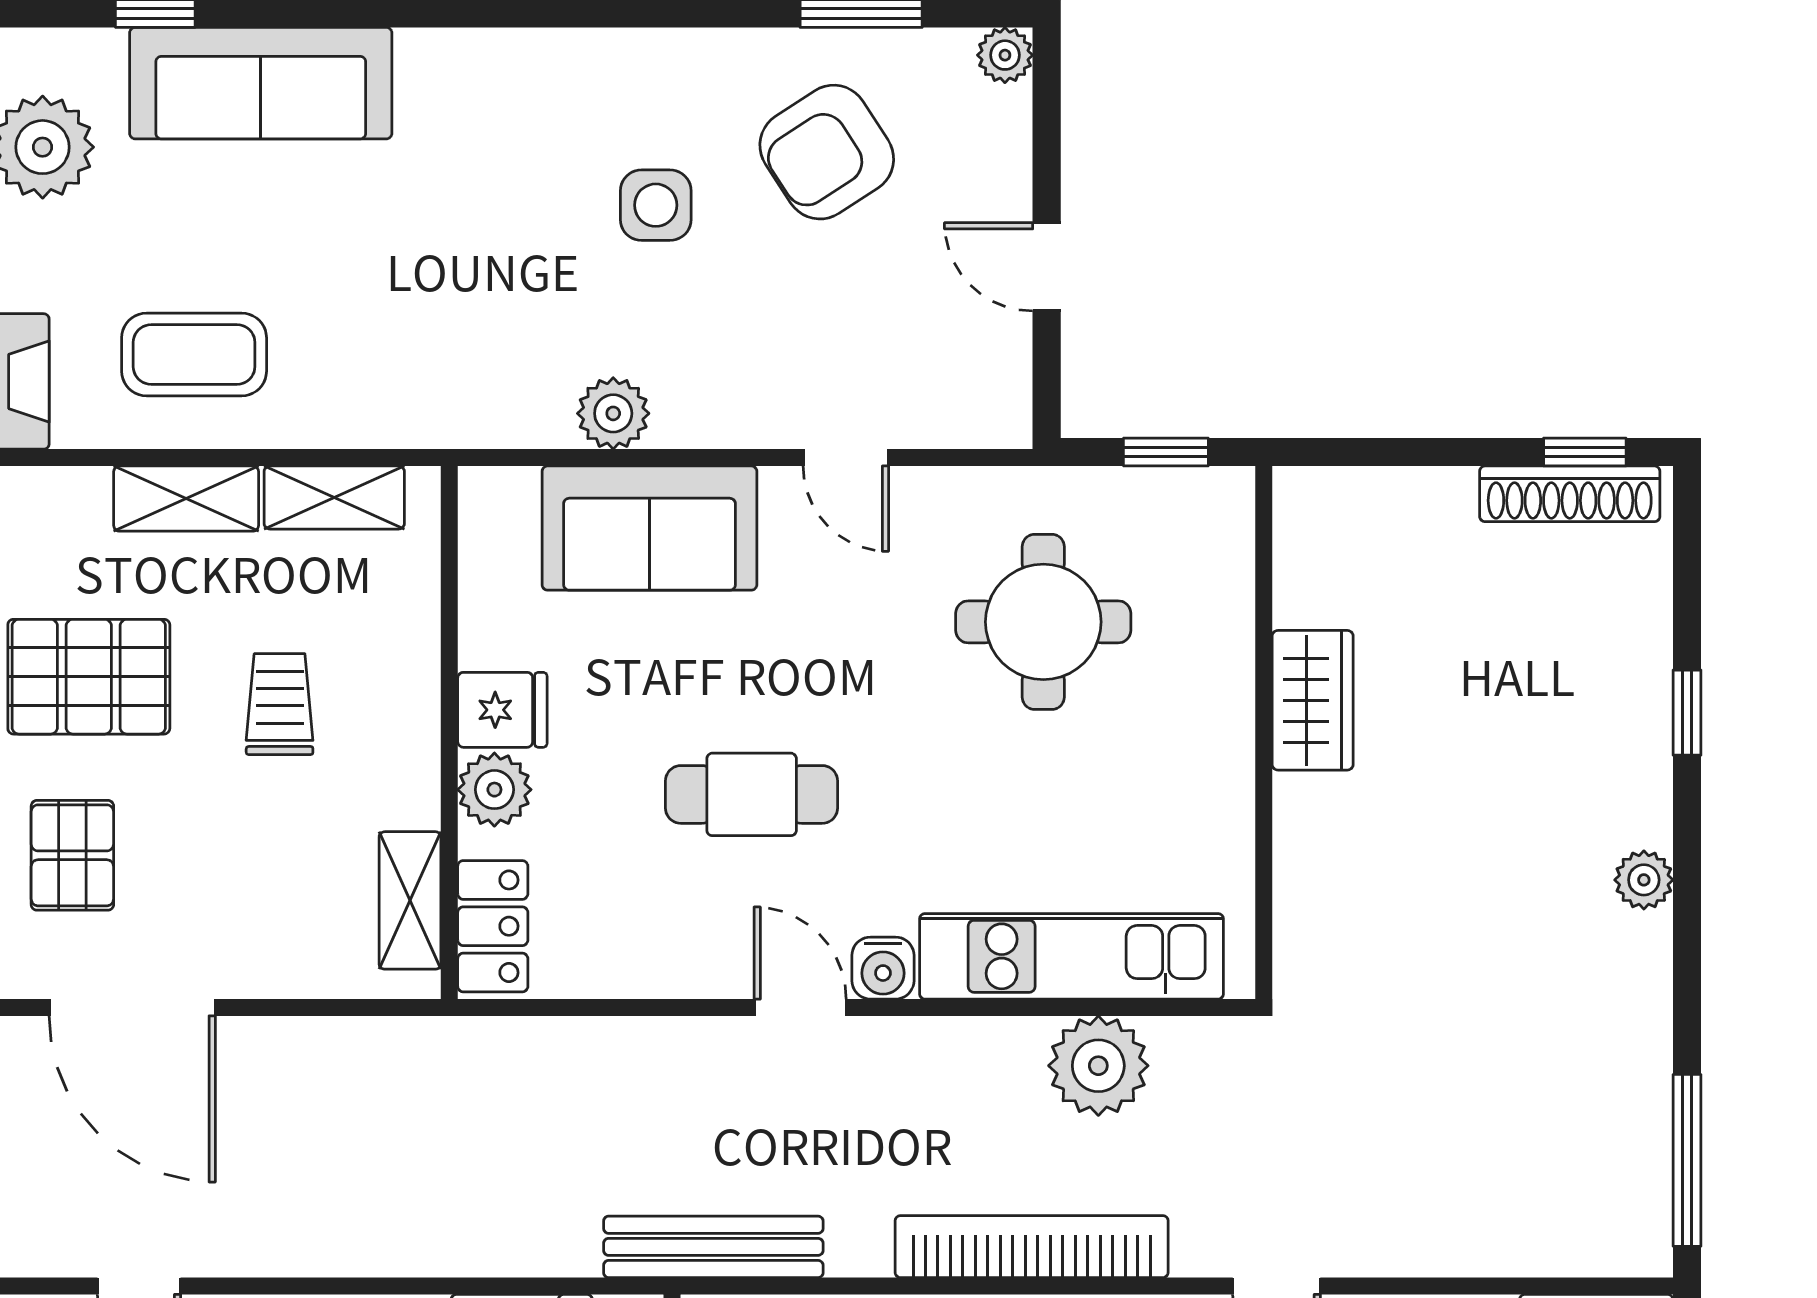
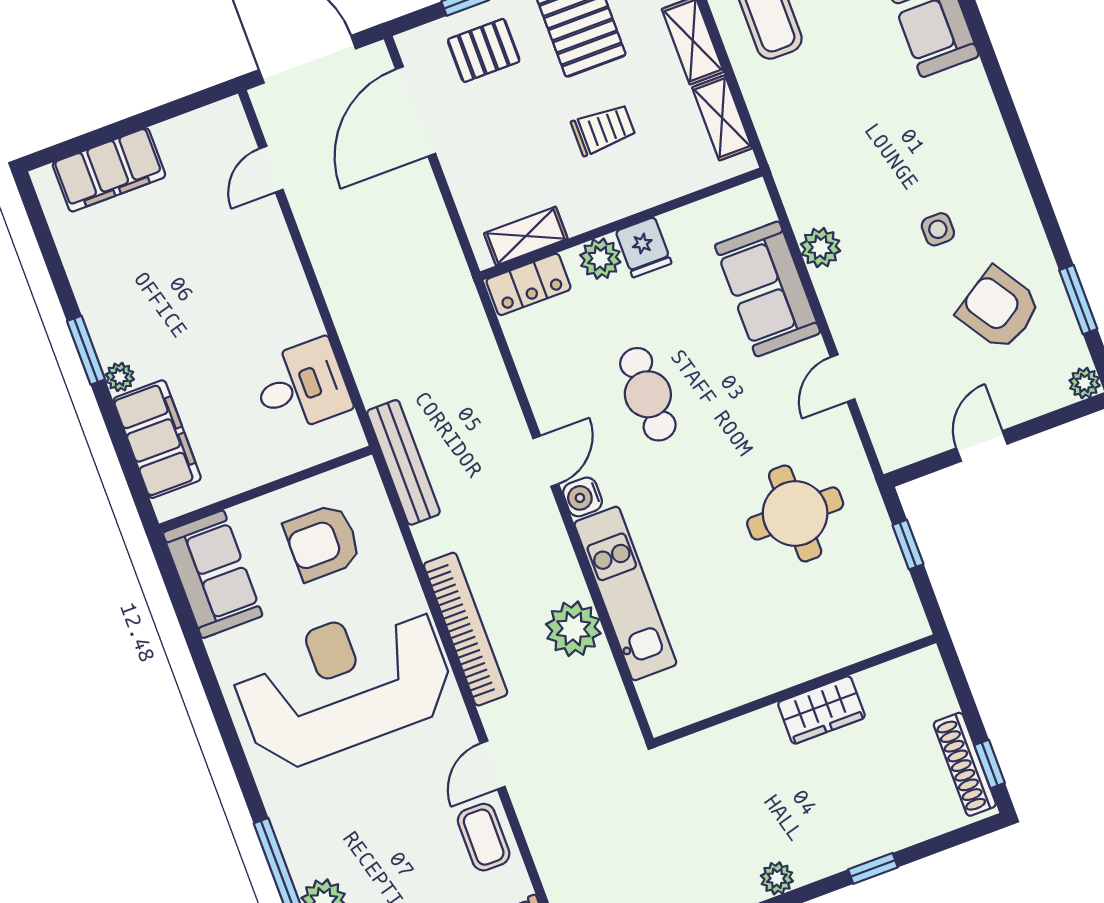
side table: (656, 205) -> (938, 229), width x0.73, depth x0.73
wardrobe: (1313, 700) -> (821, 710), moved
wall: (1264, 733) -> (795, 691), moved

